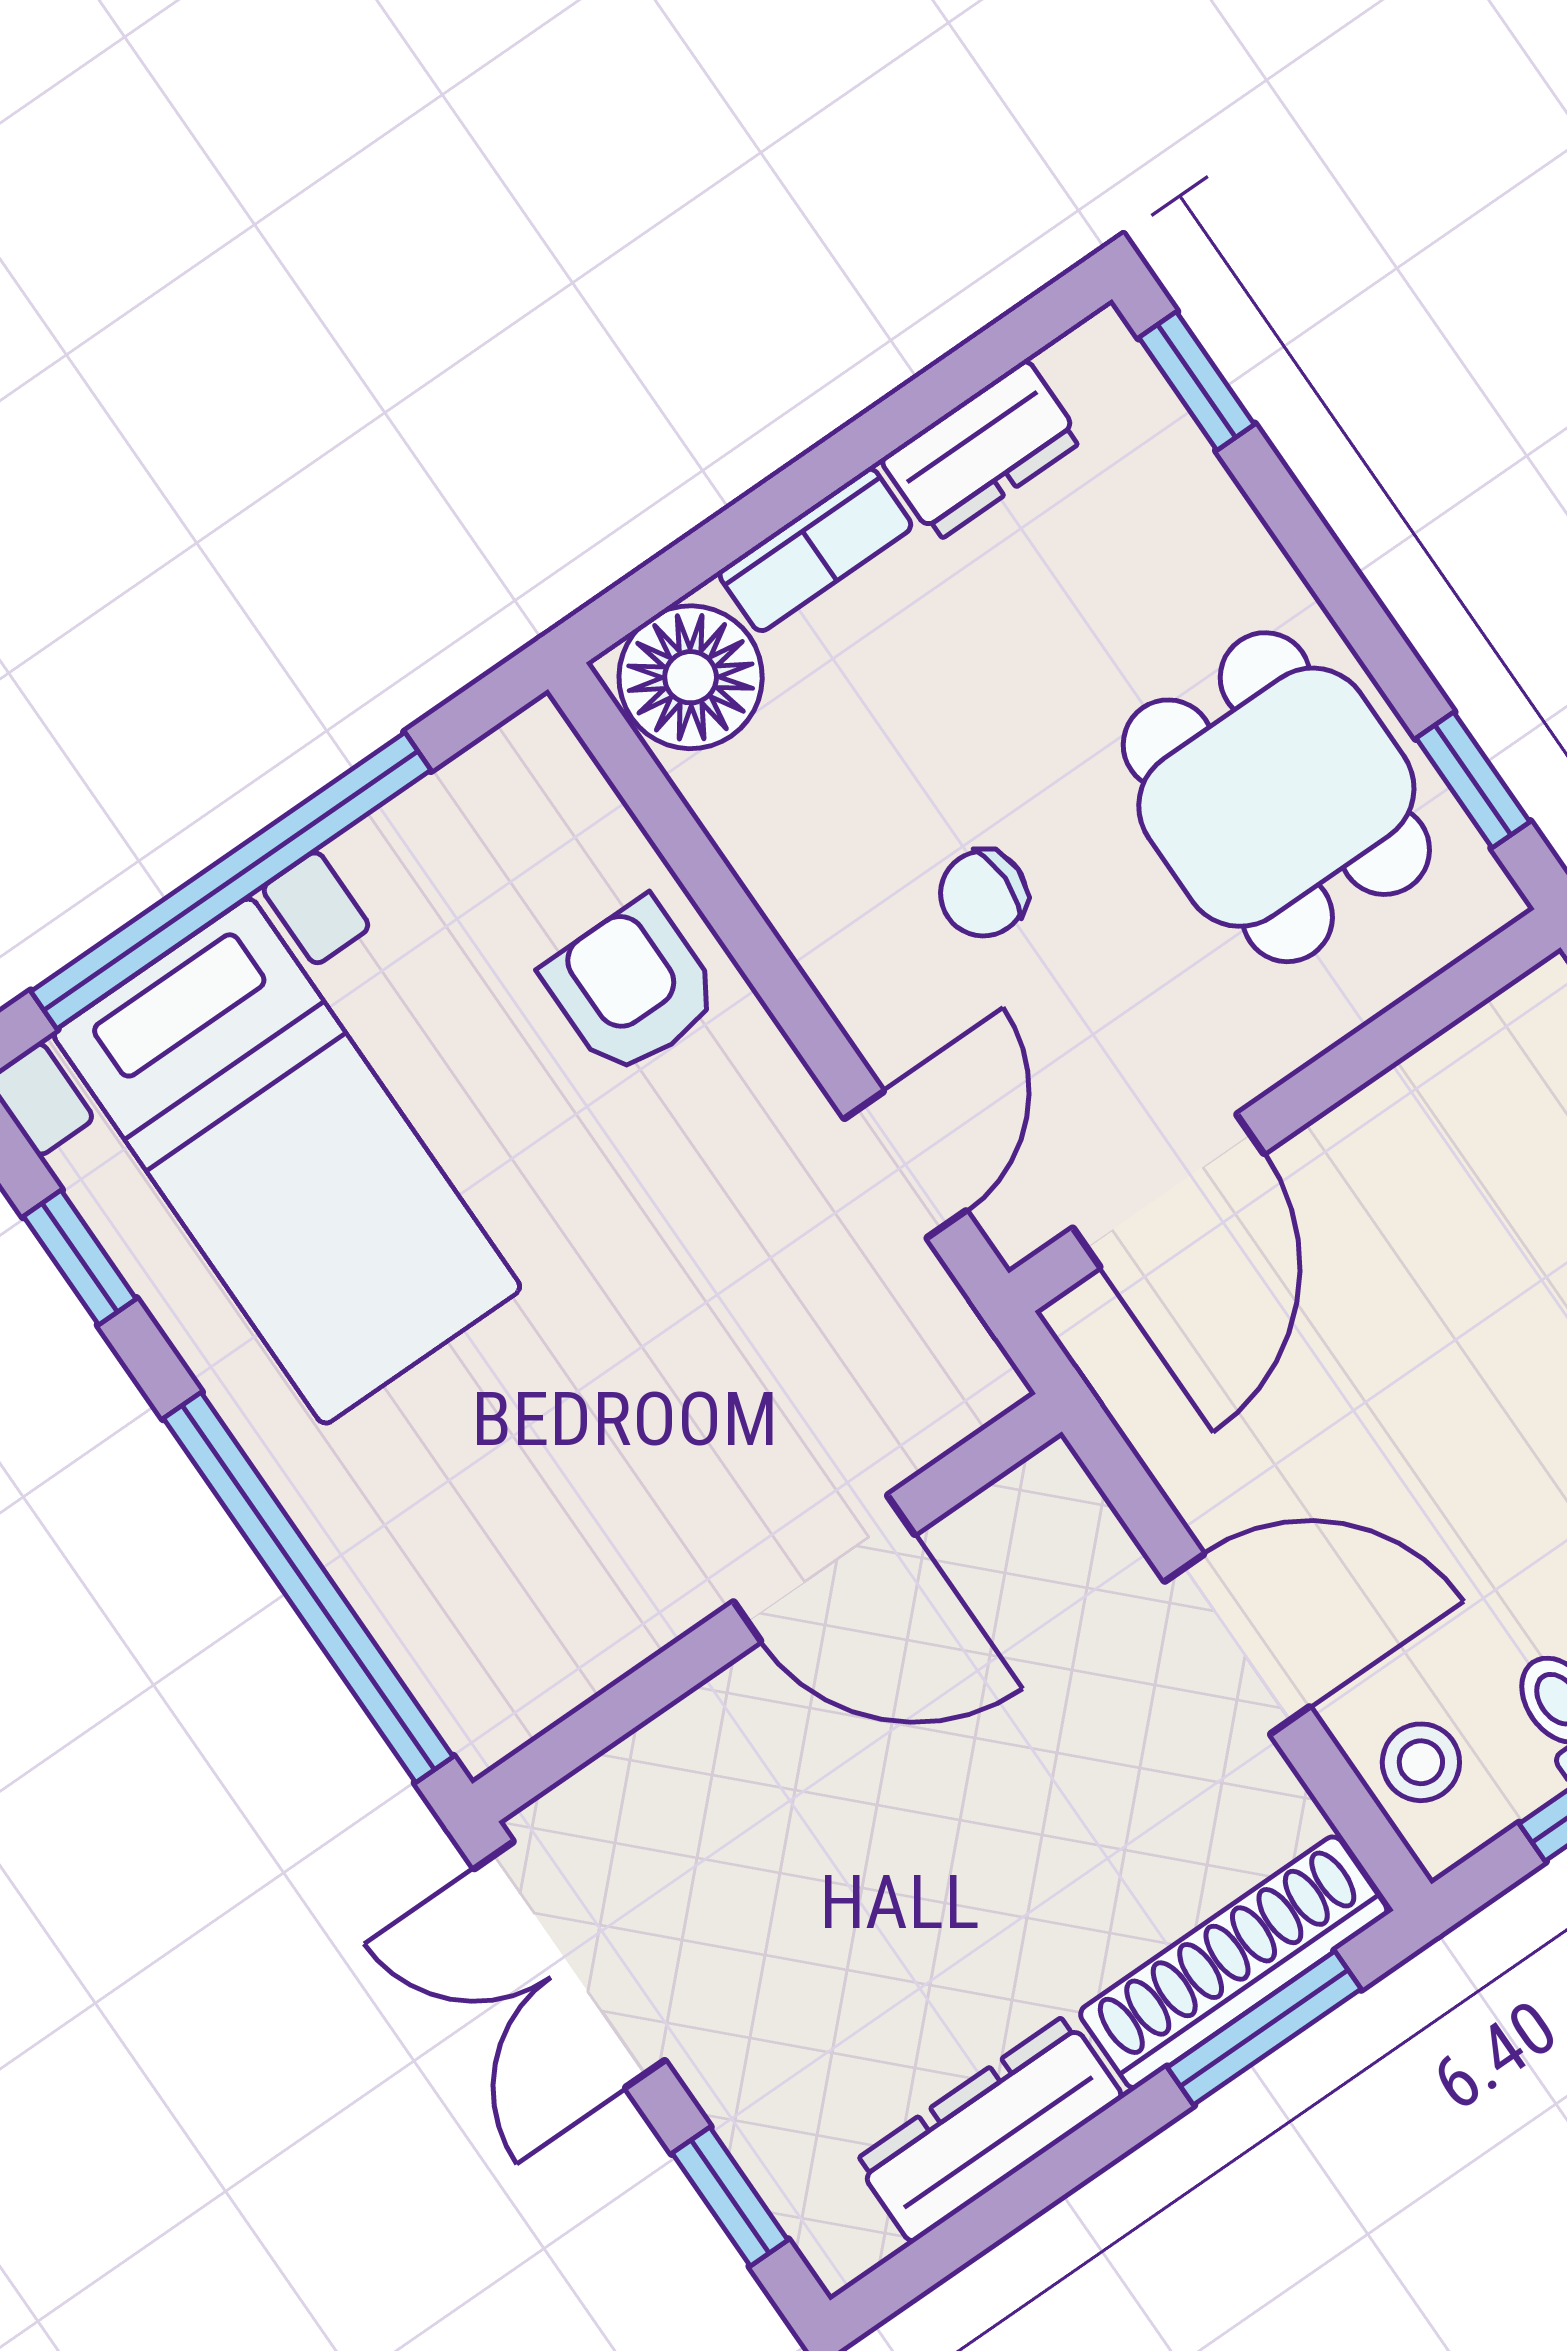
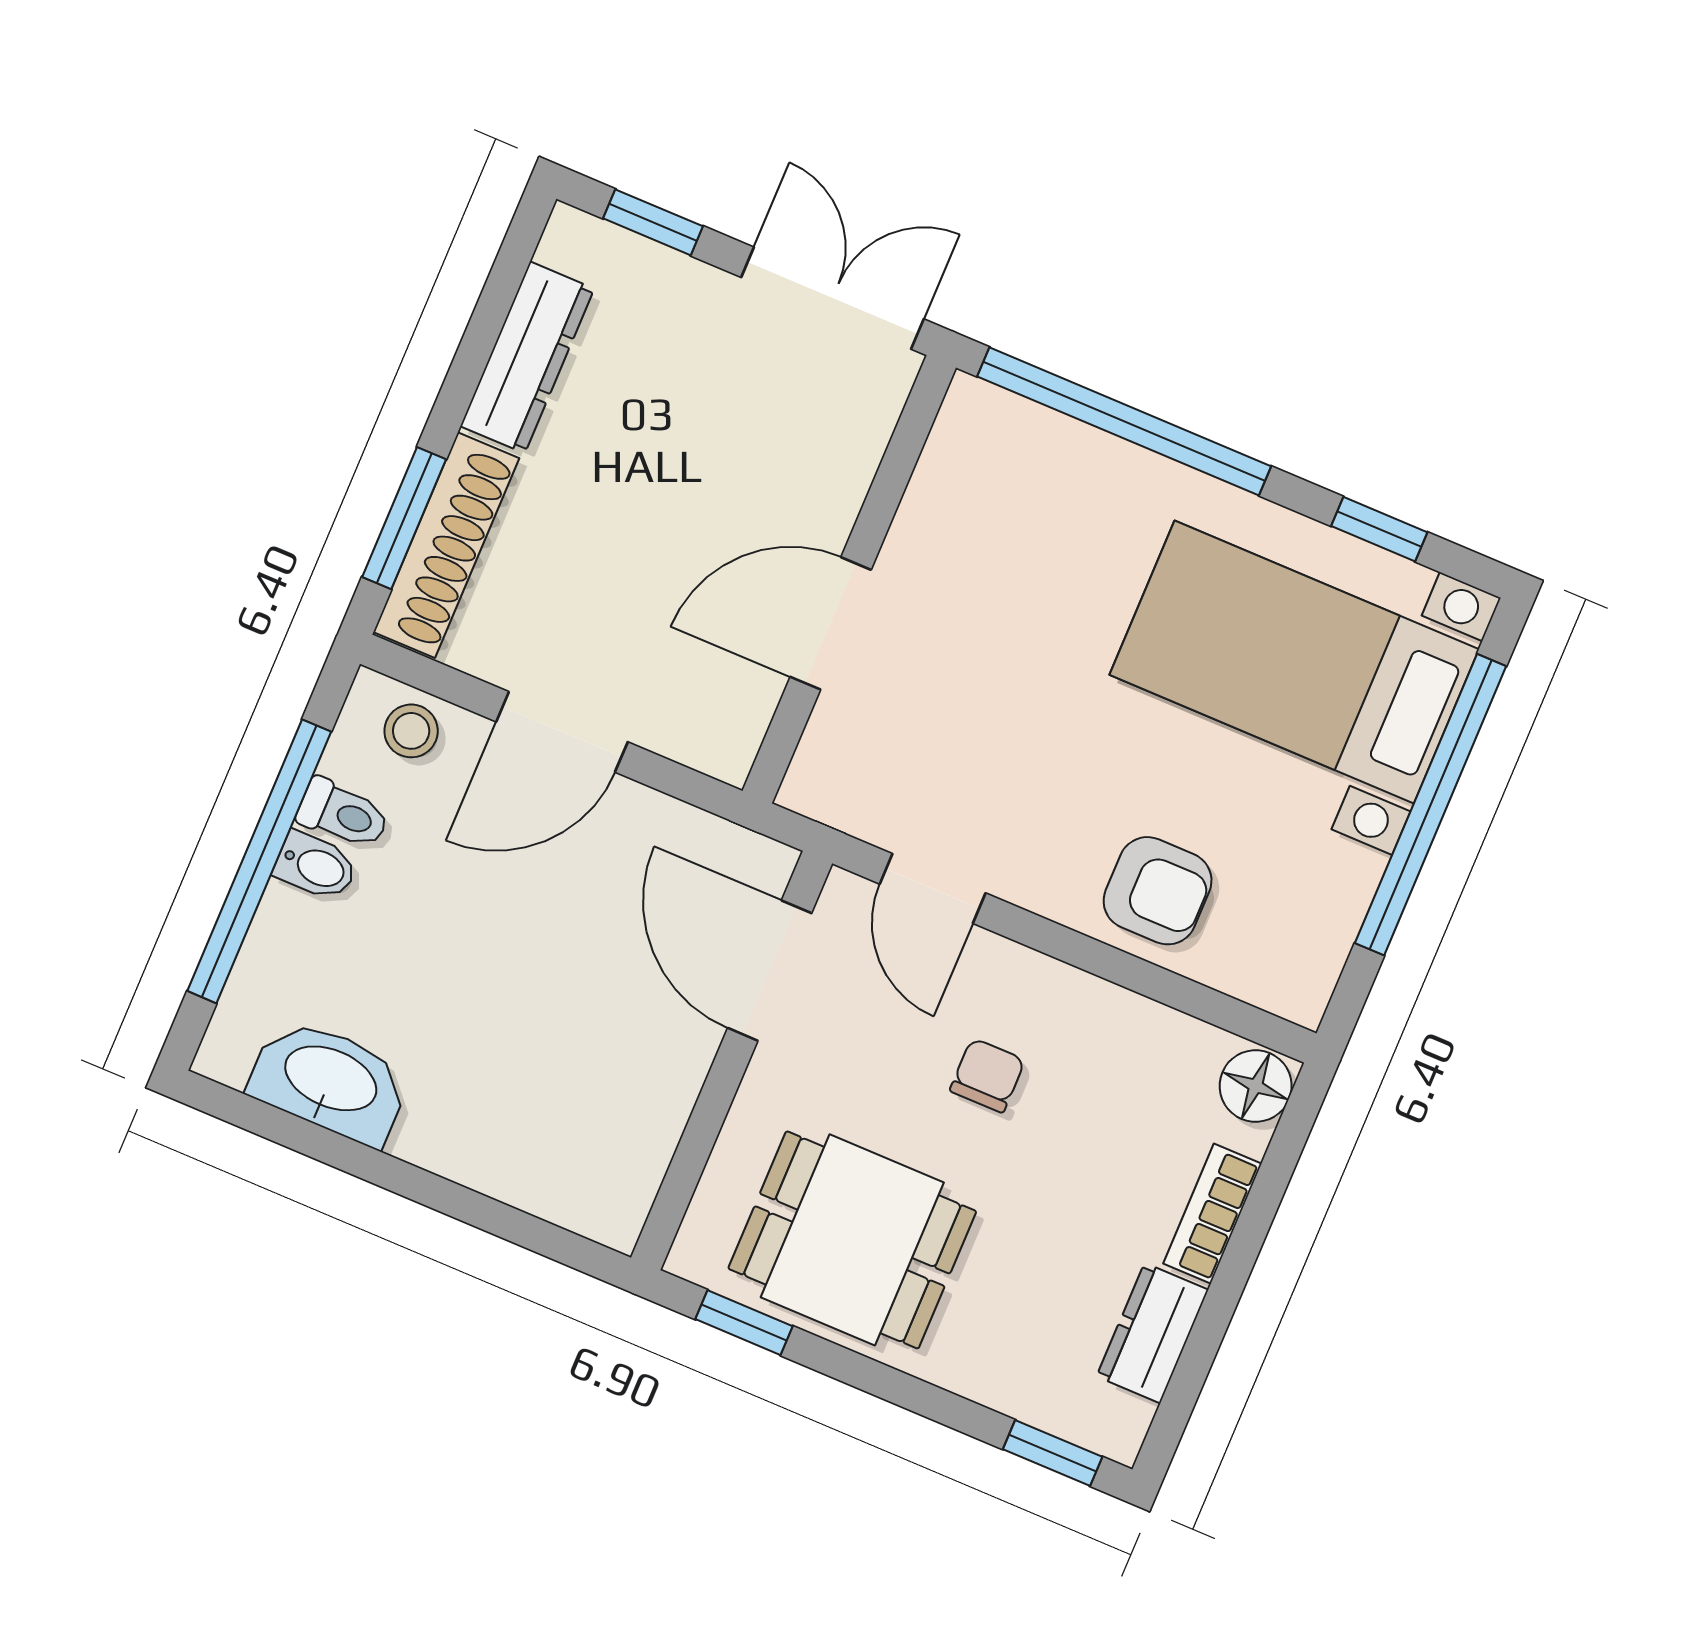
floor lamp: (691, 677) -> (1256, 1086), width x0.73, depth x0.73

